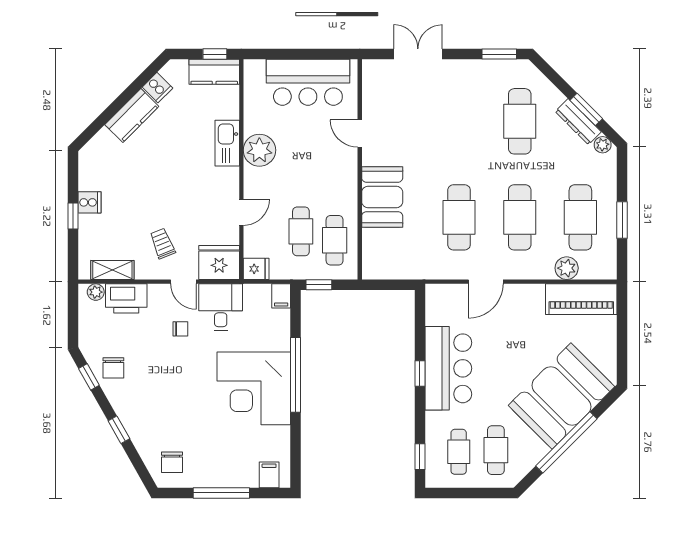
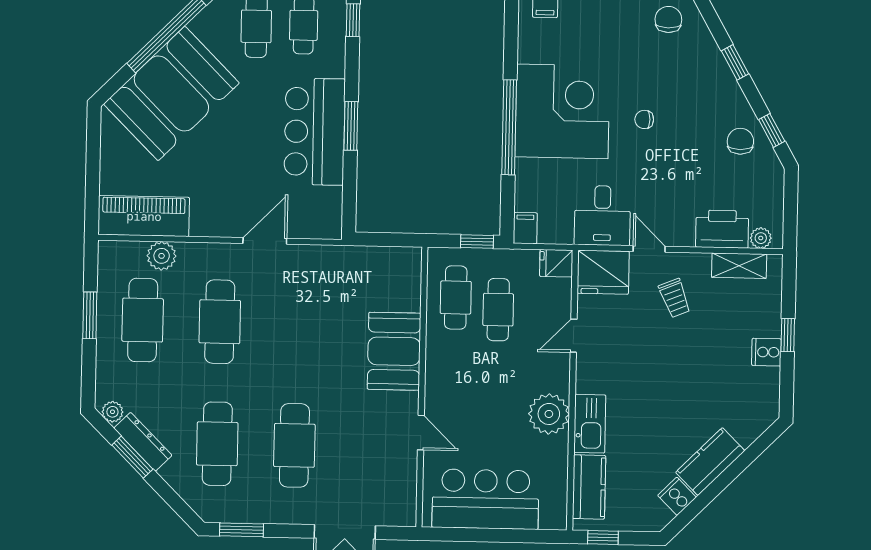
kitchen counter: (214, 72) -> (589, 487), moved, turned 90
cafe table: (459, 217) -> (294, 445), moved
chair: (180, 329) -> (644, 119), moved
window: (420, 373) -> (351, 126), width x1.50

